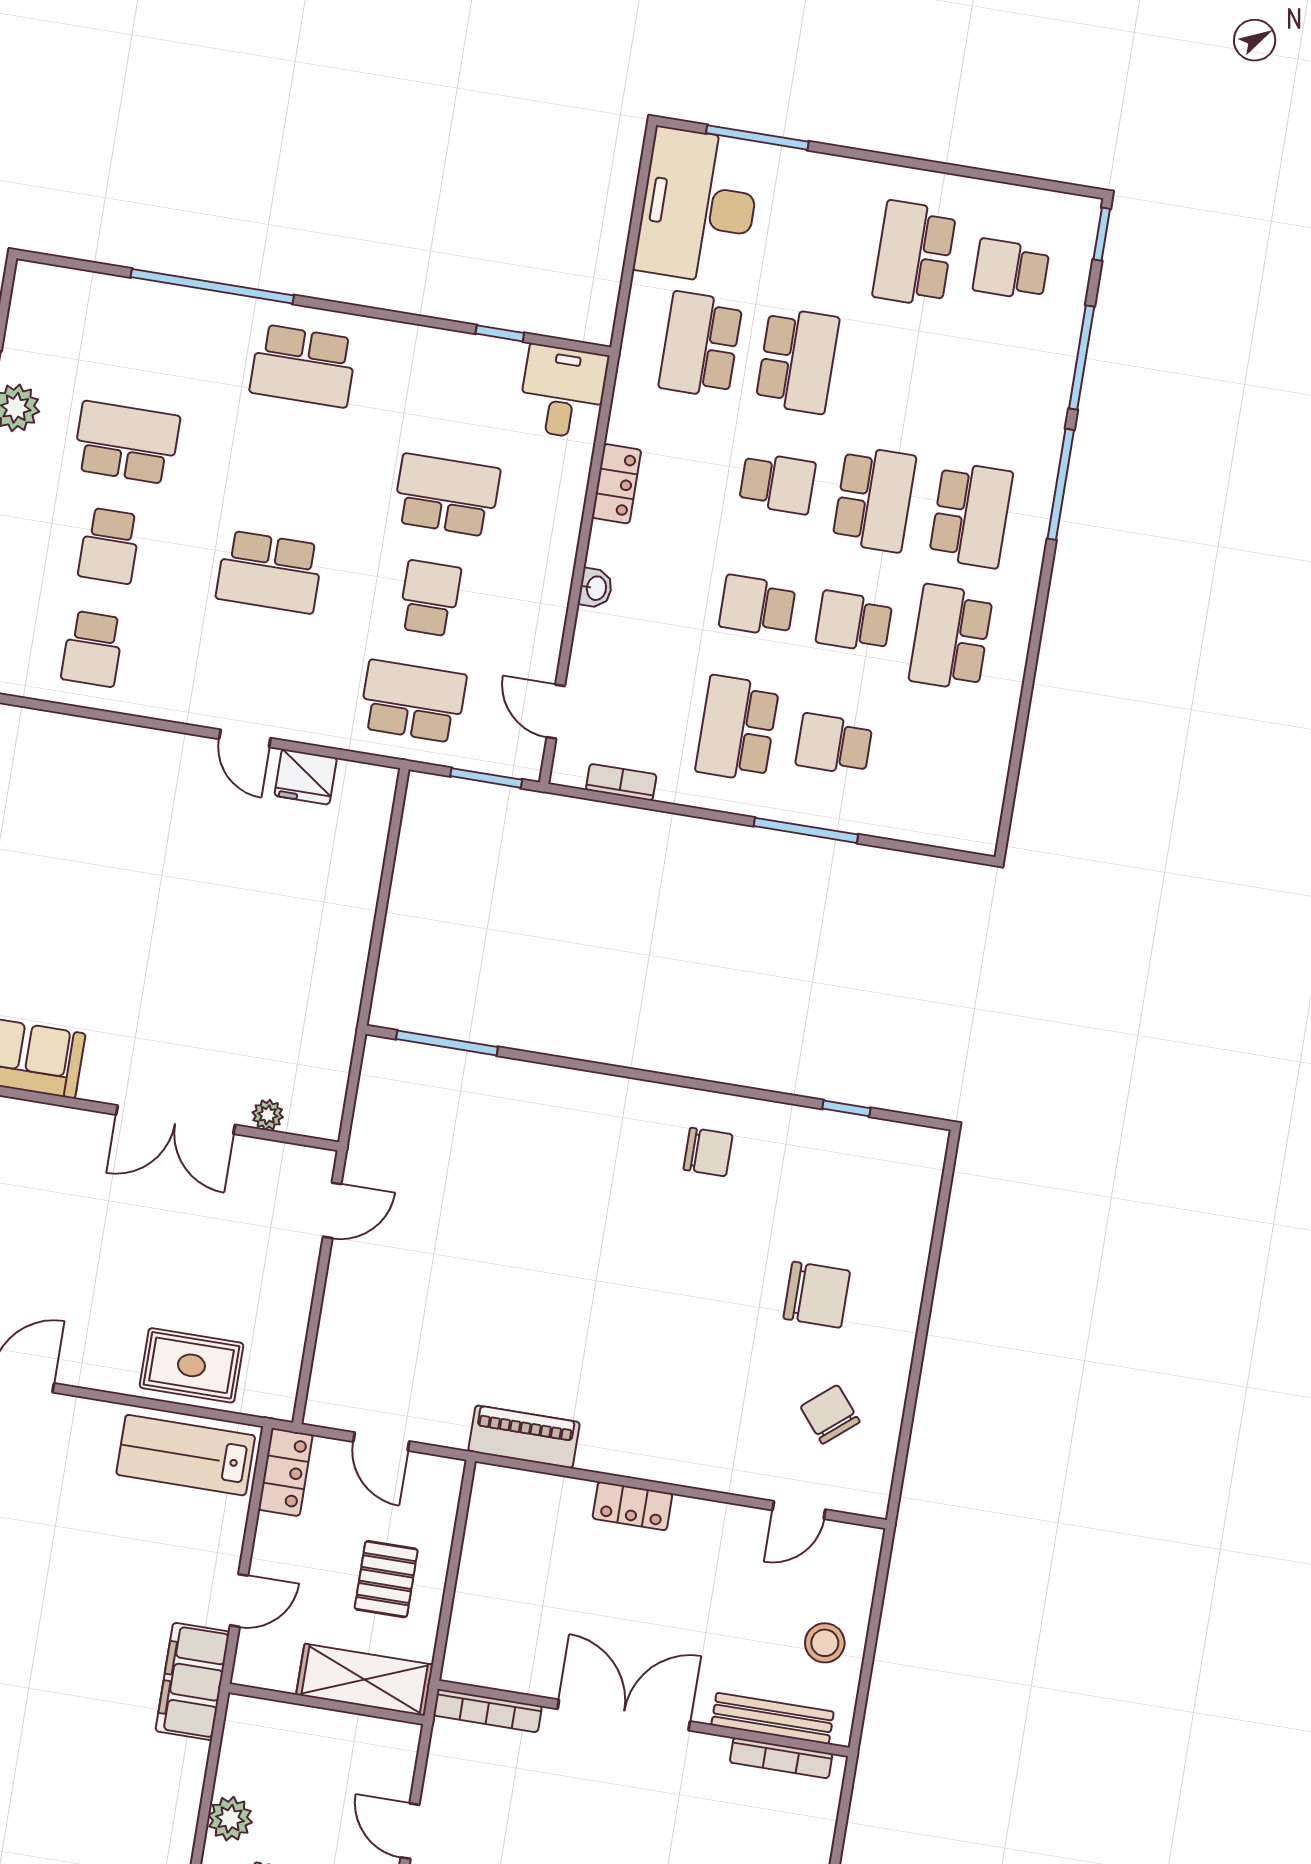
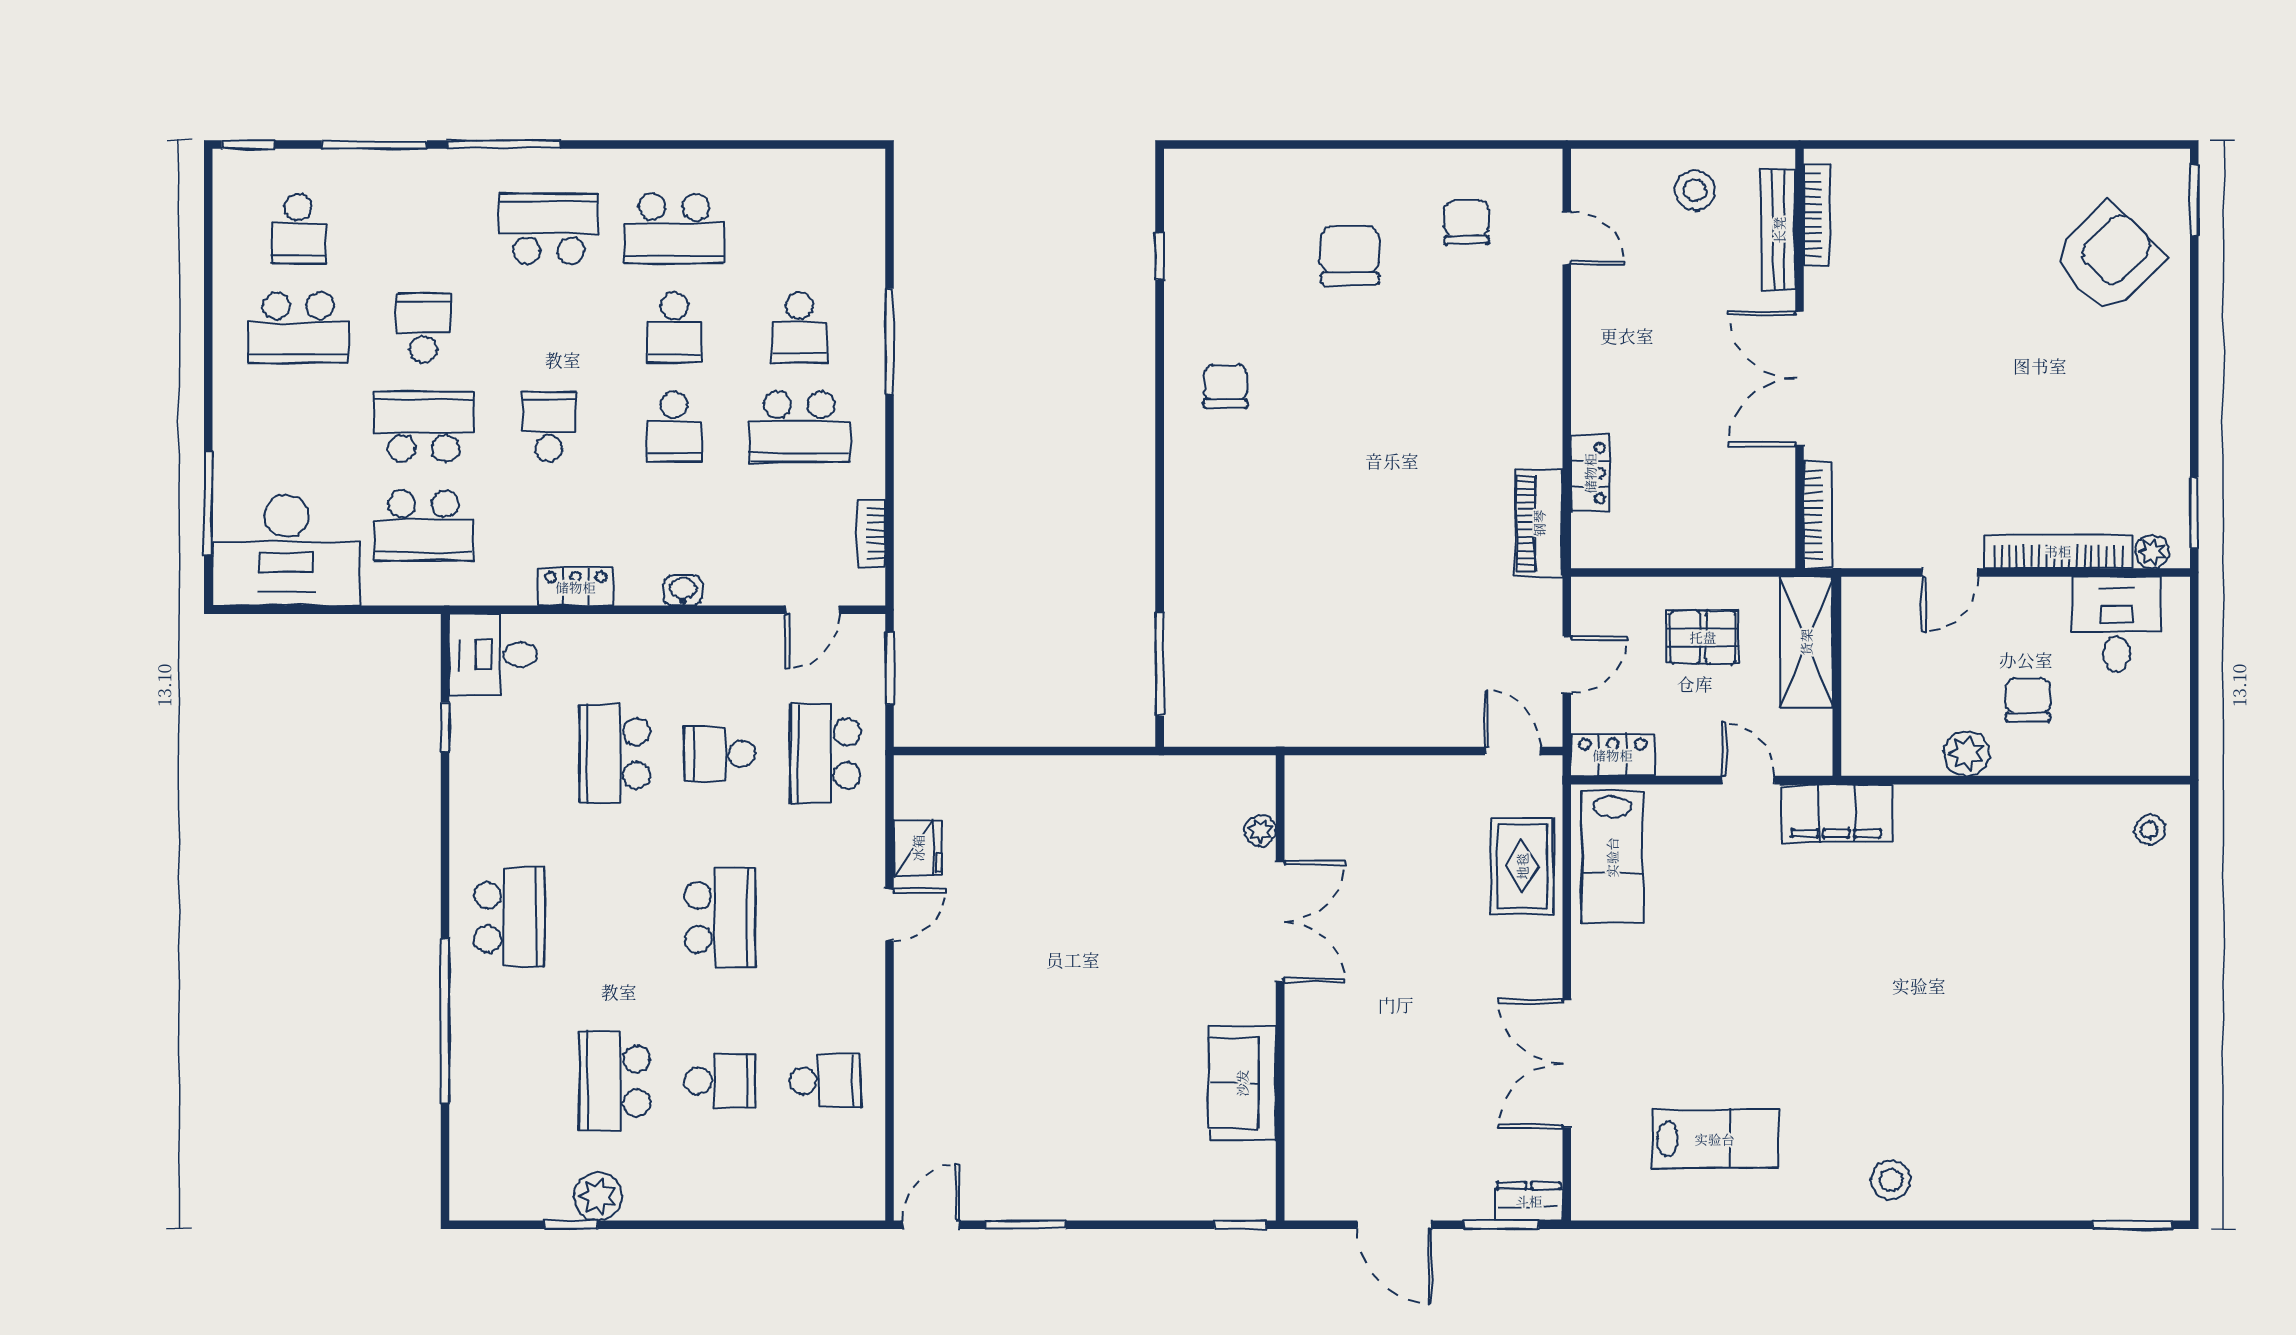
school desk: (874, 499) -> (424, 328), moved, width x0.54
door: (332, 1210) -> (1513, 751), moved
chair: (830, 1414) -> (1467, 223), turned 130
locker: (632, 1506) -> (1590, 473), moved

